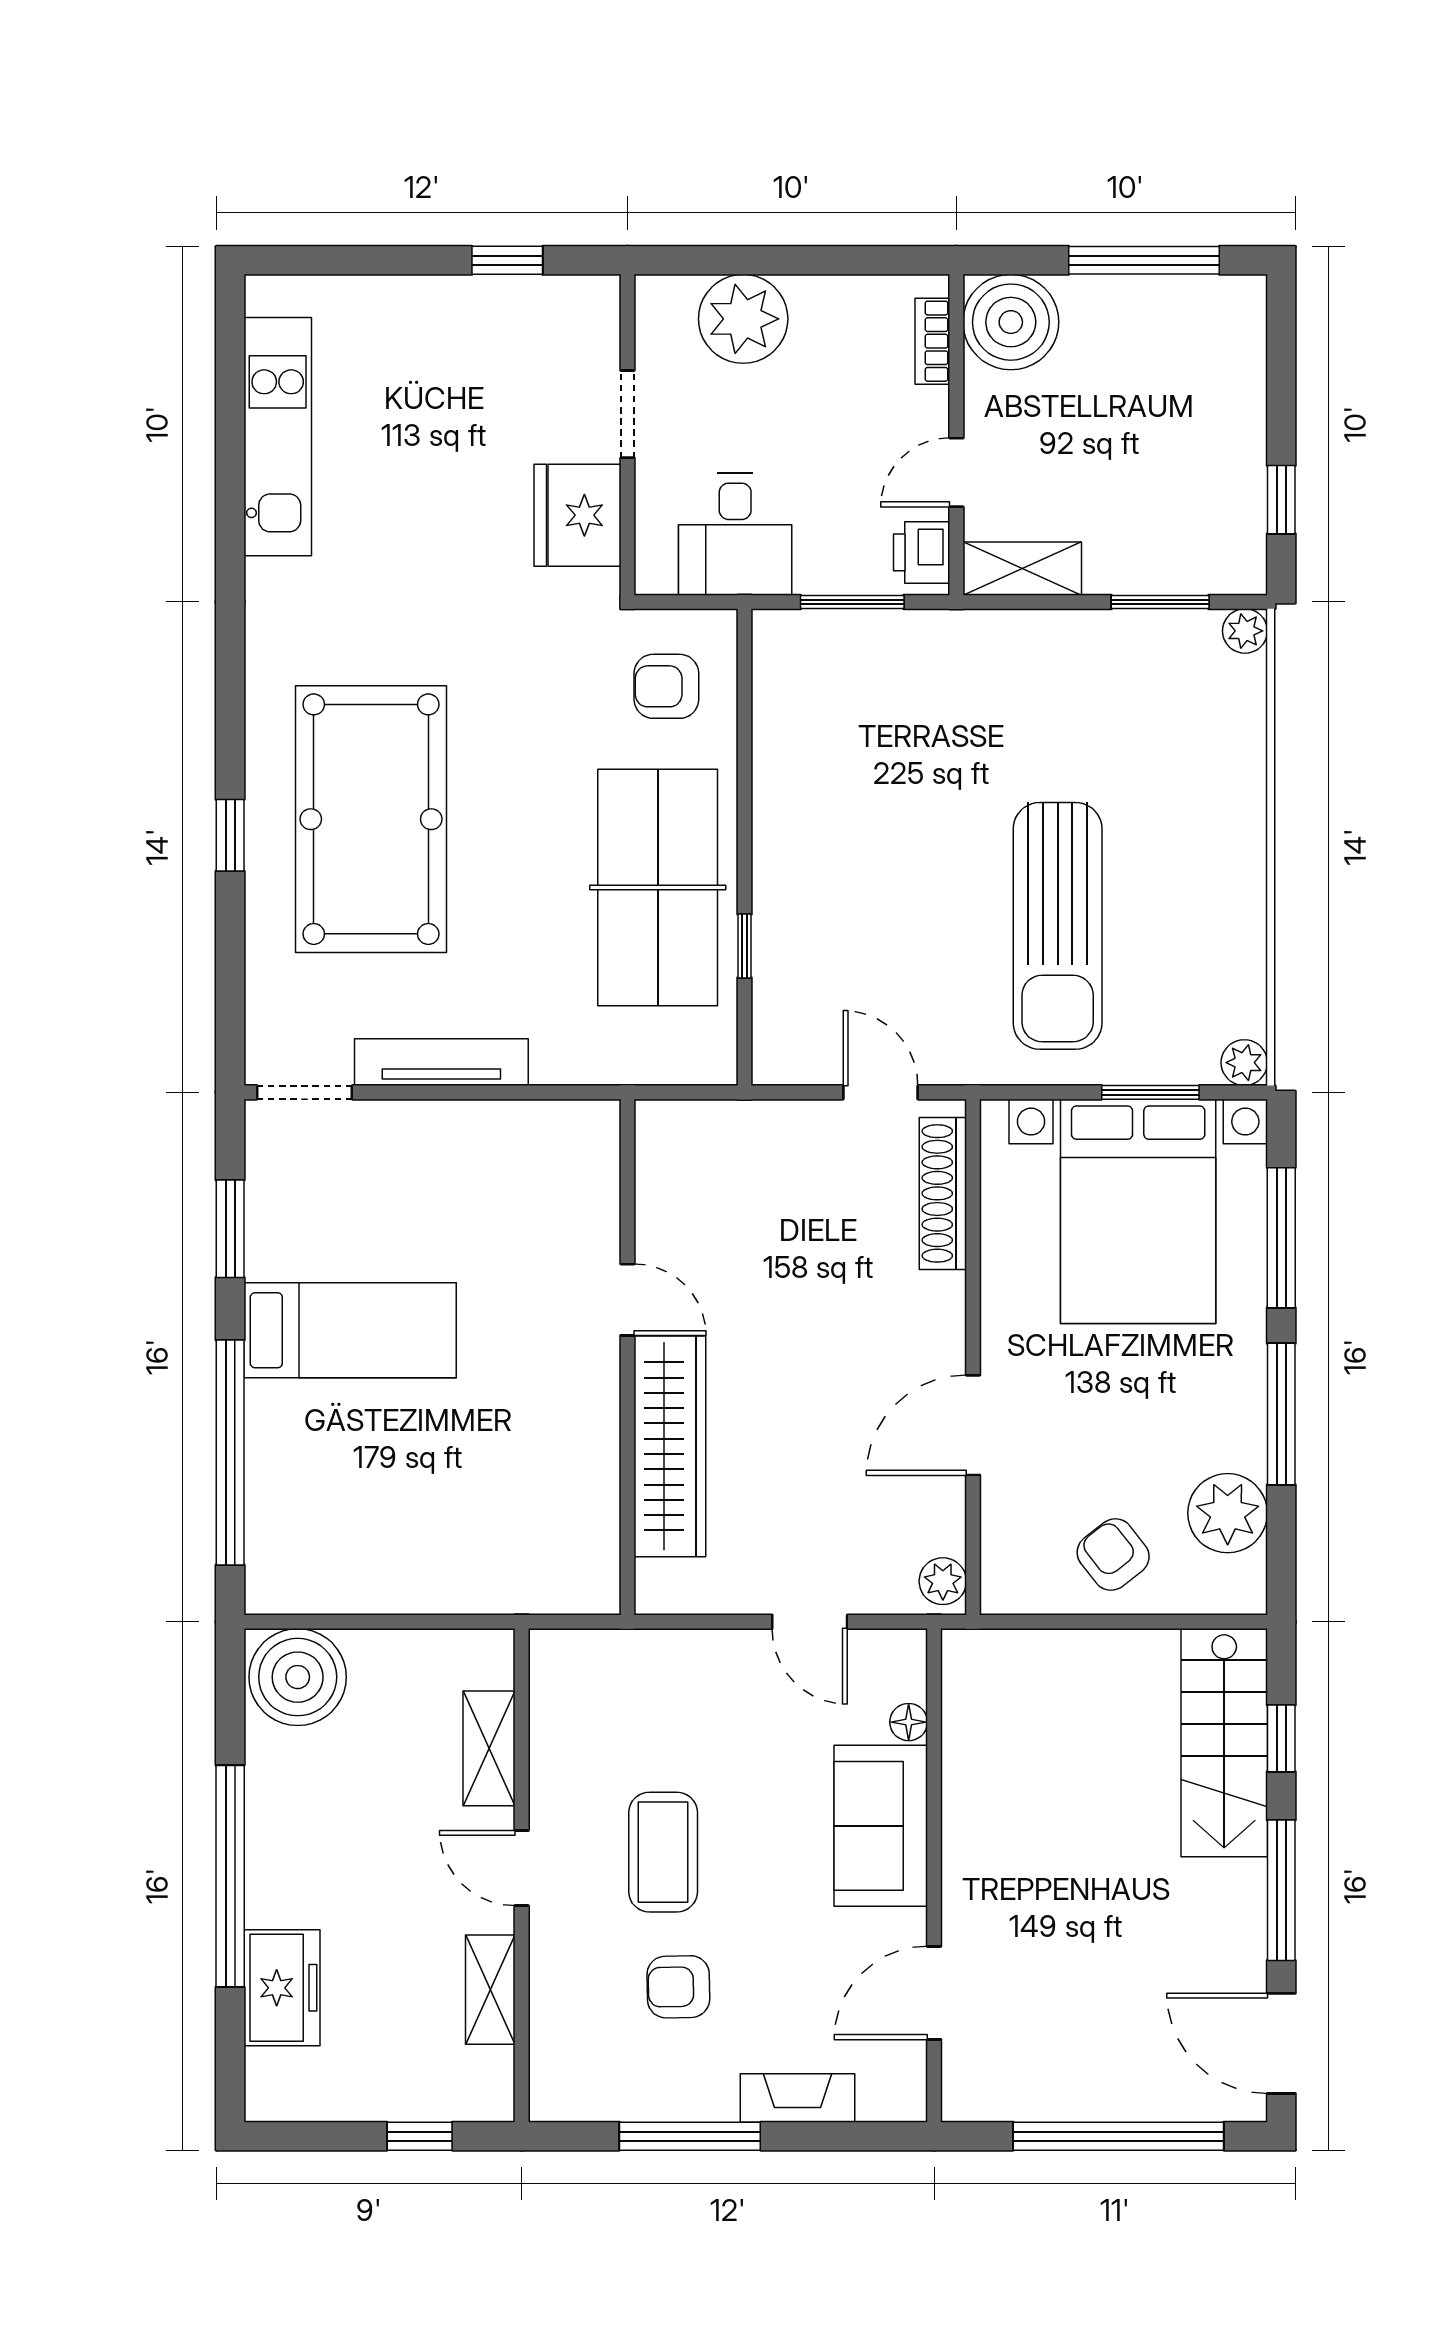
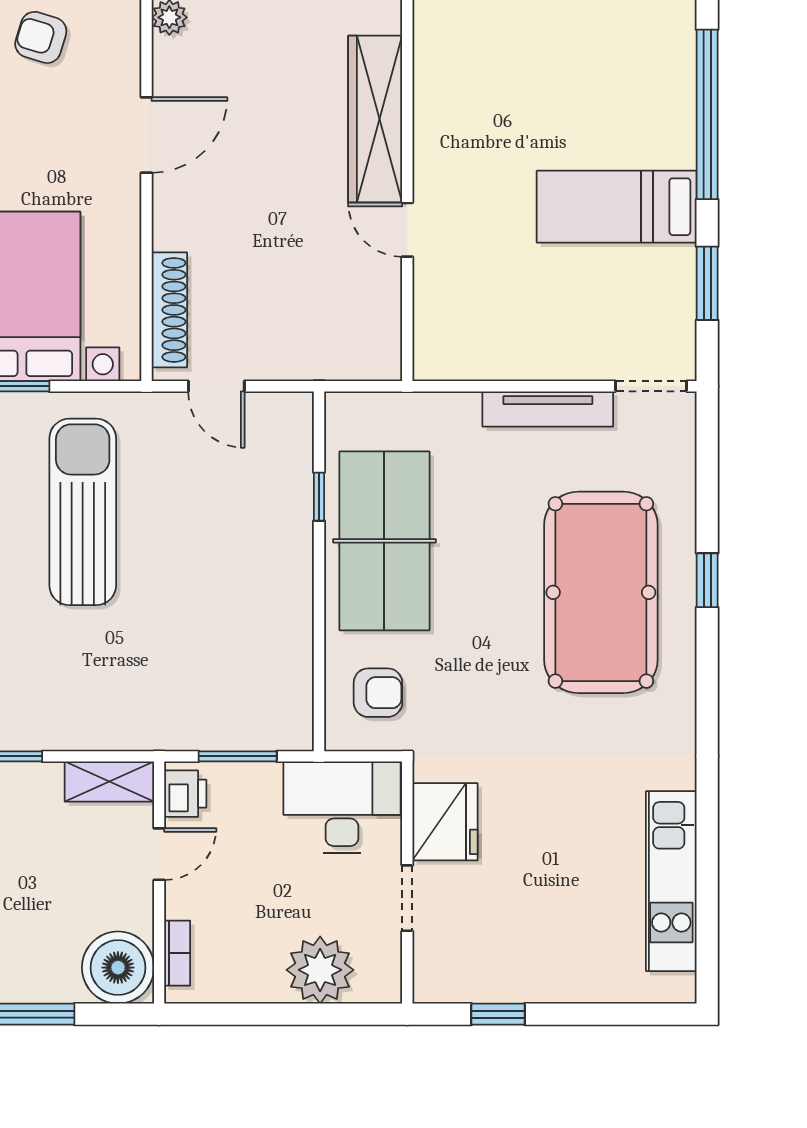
desk: (735, 534) -> (342, 807), width x1.37
armchair: (1113, 1555) -> (41, 37), turned 145

